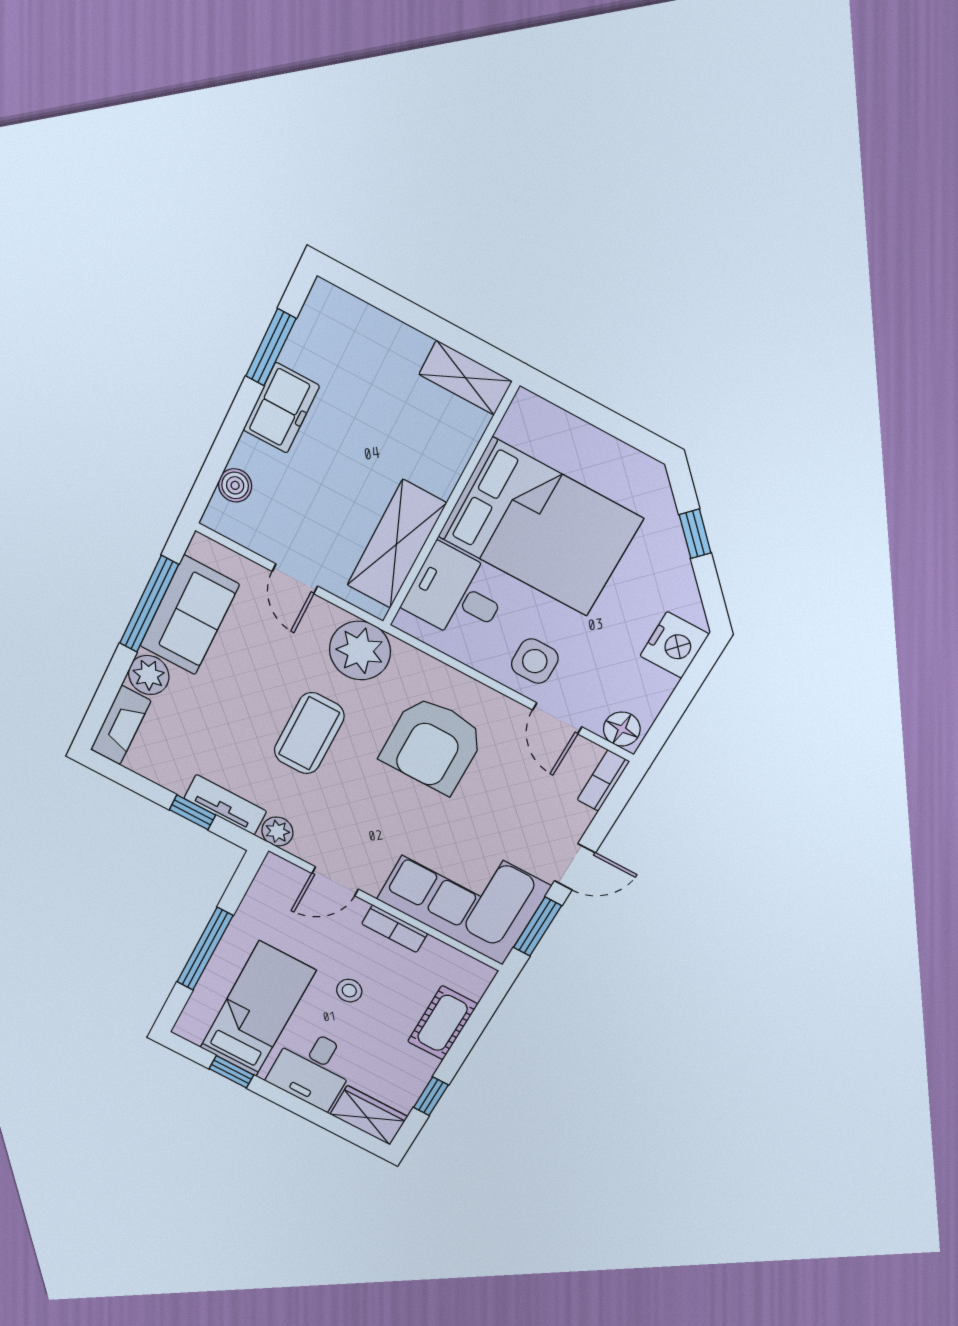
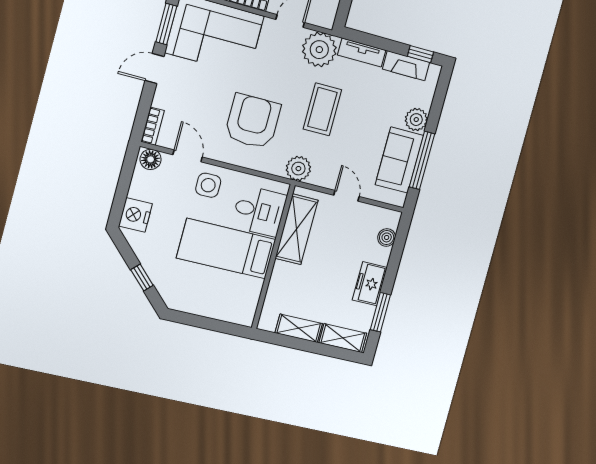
shelving: (352, 317) -> (343, 338), added
shelving: (465, 378) -> (299, 328), moved
bed: (540, 527) -> (226, 249), width x0.67
plant: (360, 651) -> (298, 169), width x0.73, depth x0.73
fireplace: (121, 725) -> (406, 66), moved, turned -90
window: (192, 812) -> (420, 54), moved
plant: (277, 831) -> (319, 50), width x1.88, depth x1.88

